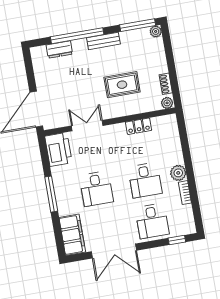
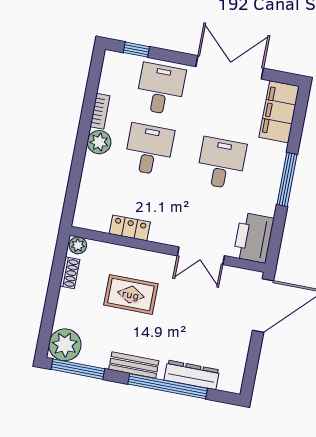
plant: (156, 31) -> (65, 345), width x1.87, depth x1.87
dresser: (59, 49) -> (192, 375), width x1.44

